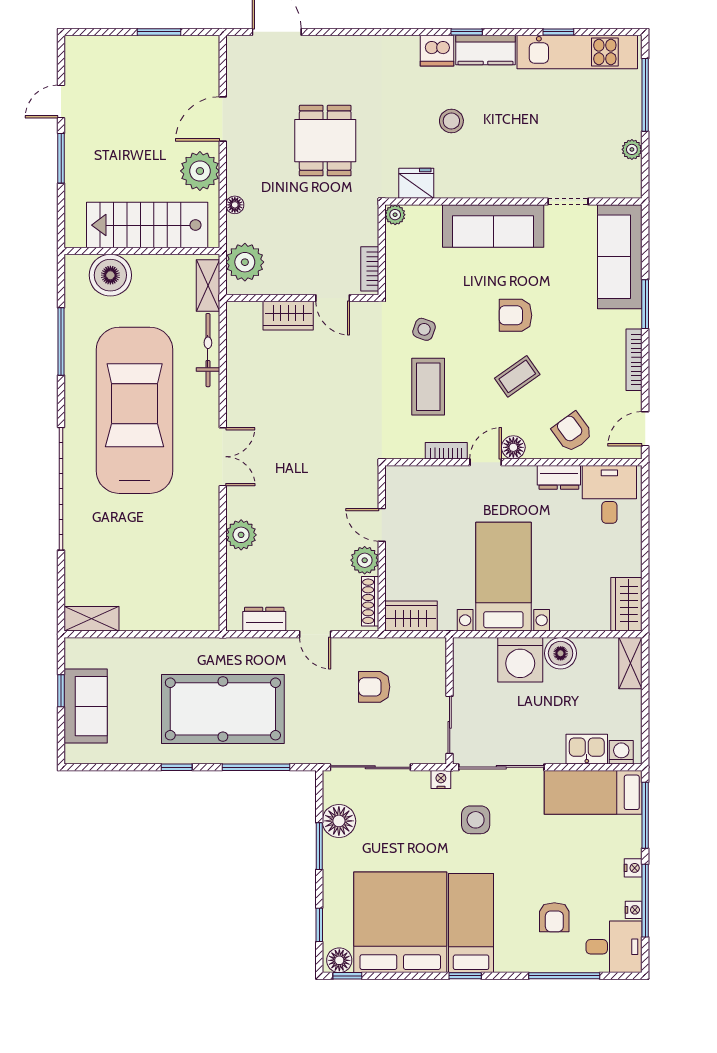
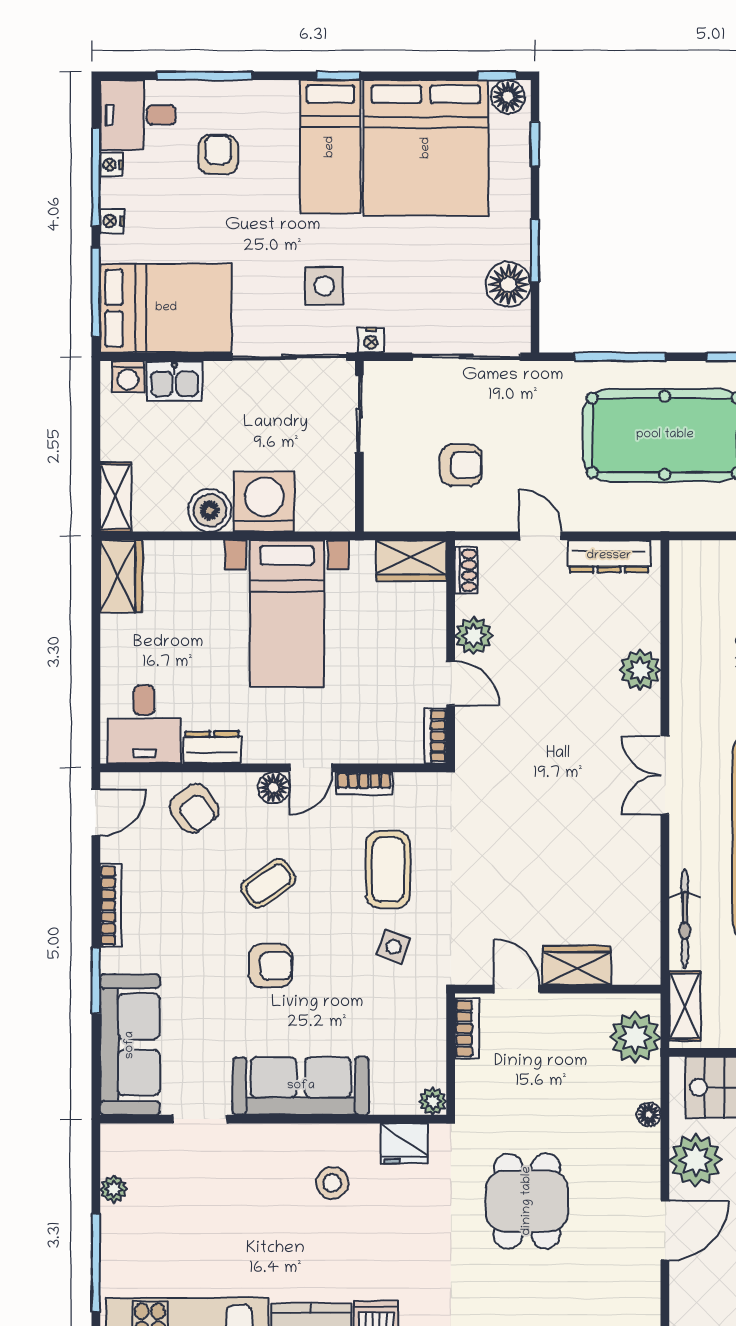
stool: (451, 121) -> (332, 1183), moved
bookcase: (393, 486) -> (435, 736), added
shoe rack: (370, 601) -> (466, 570), width x0.70
dresser: (264, 619) -> (609, 556), width x1.44
bed: (593, 792) -> (166, 308), width x1.50

